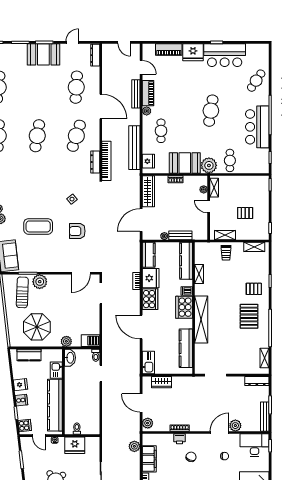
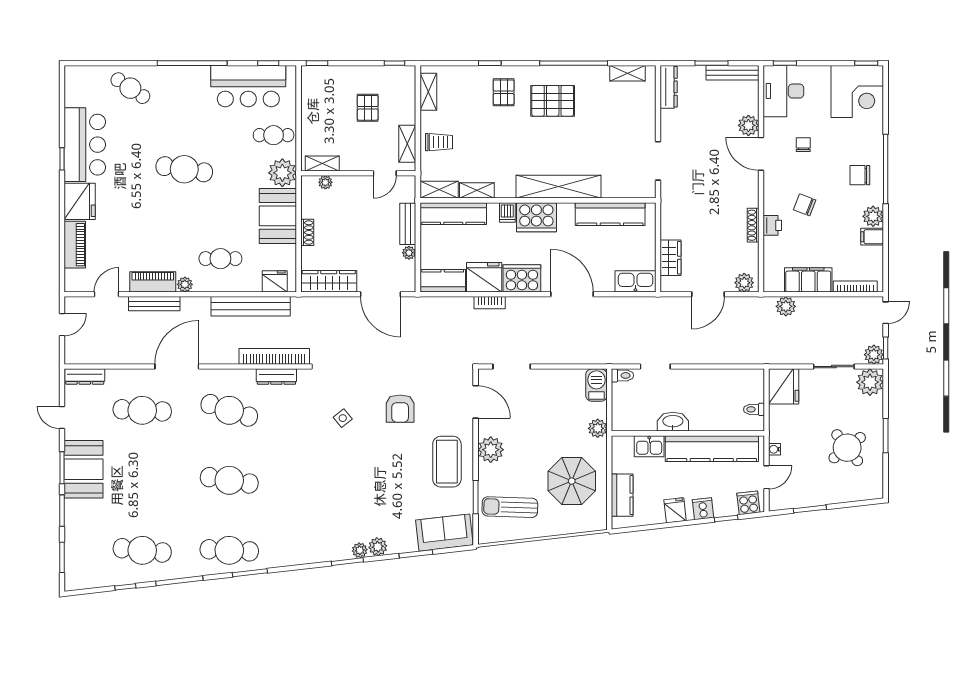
bar counter: (257, 127) -> (248, 86), moved
door: (209, 206) -> (385, 173), moved
coffee table: (38, 226) -> (447, 462), moved
shelving: (200, 253) -> (439, 190), added
plant: (40, 282) -> (491, 450), moved
door: (141, 327) -> (572, 294), swing flipped
washbasin: (70, 358) -> (673, 422), moved
fridge: (75, 445) -> (784, 386), moved

